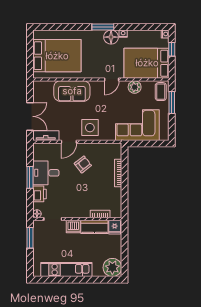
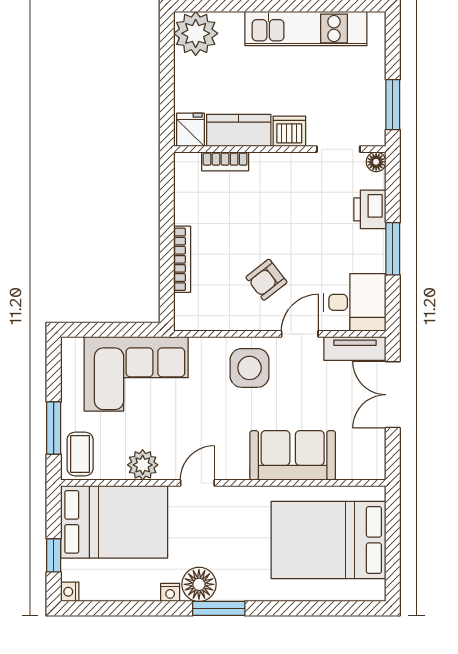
desk: (46, 173) -> (355, 302), moved

